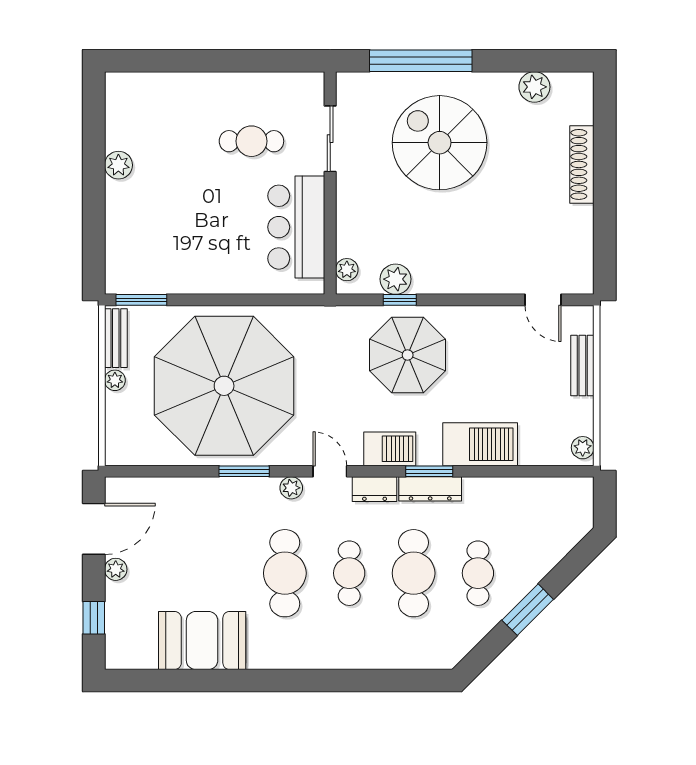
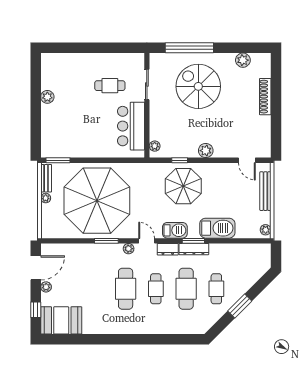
plant: (396, 279) -> (206, 151), moved
bench: (582, 366) -> (265, 191), width x1.36
booth: (202, 640) -> (61, 320), moved

